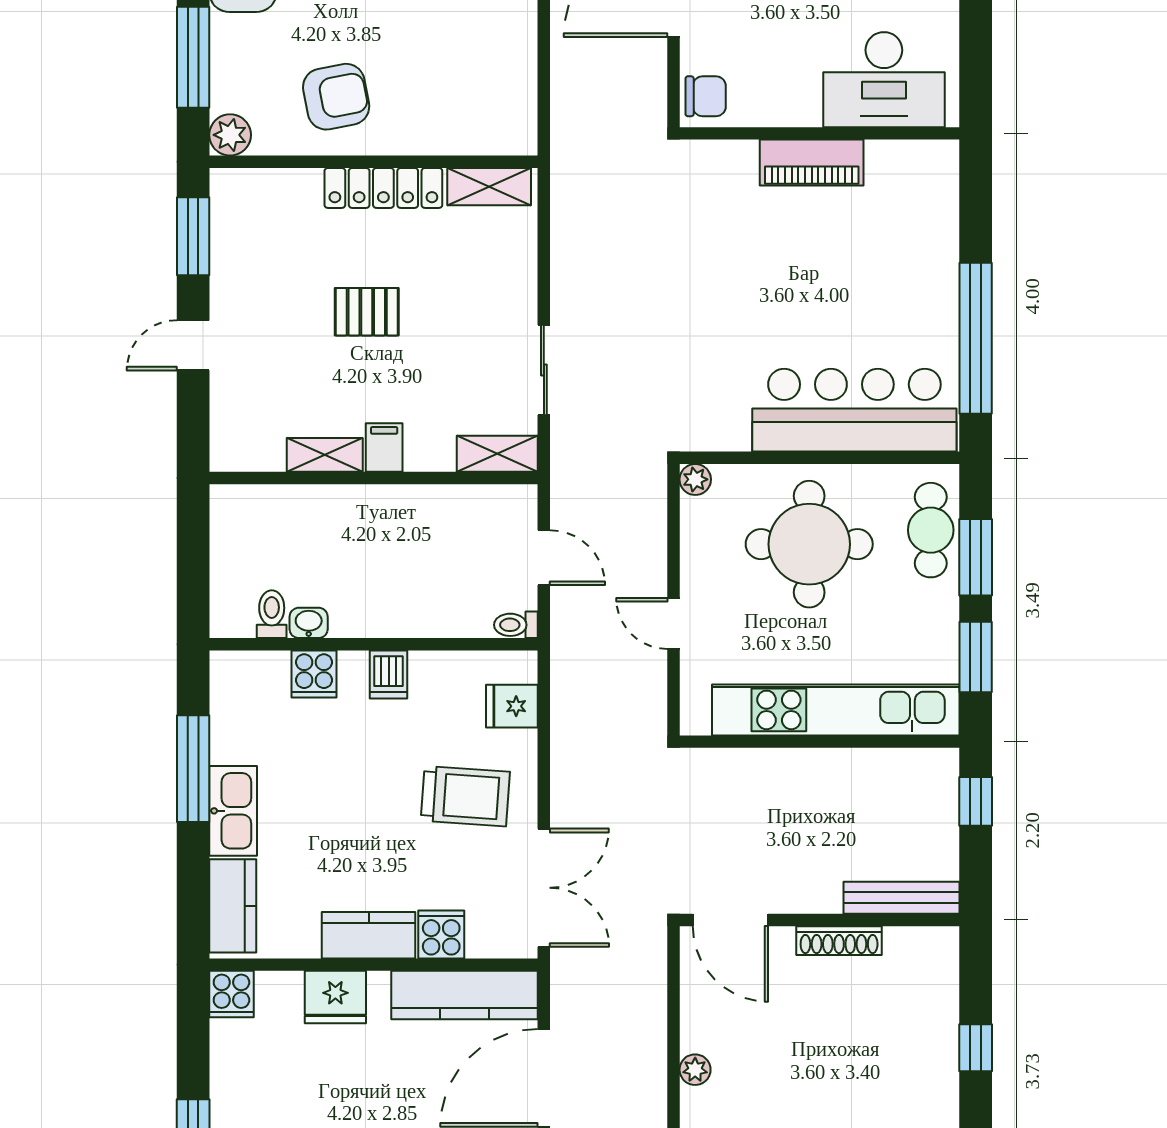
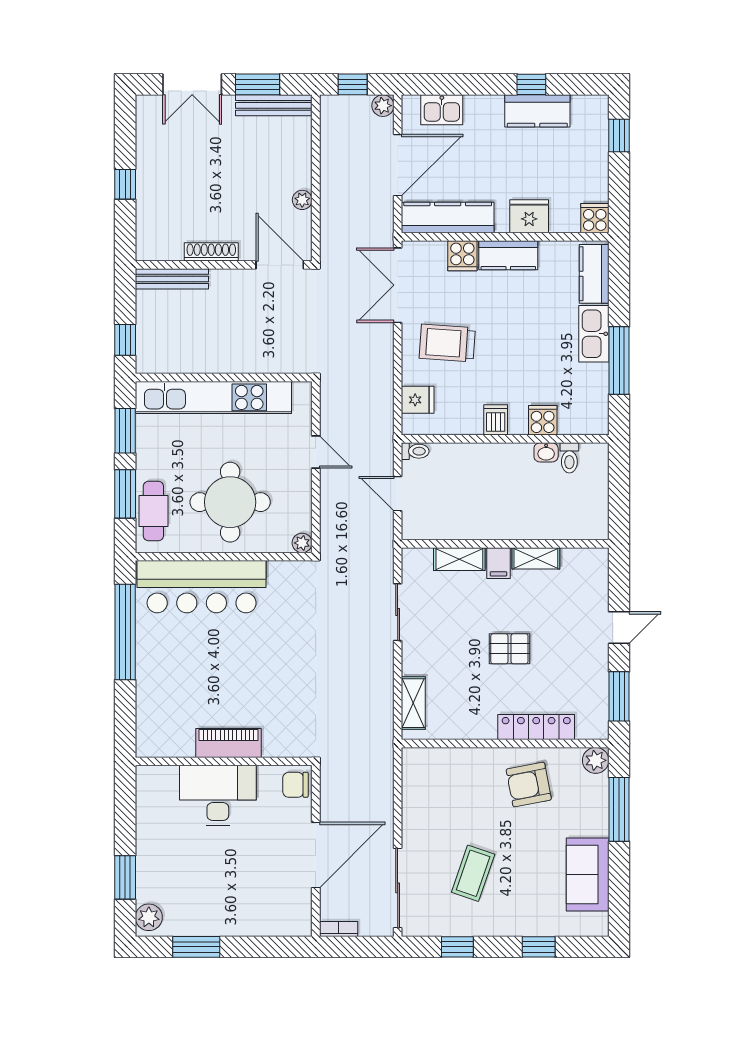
desk: (884, 80) -> (218, 795), moved
shelving: (489, 187) -> (413, 703), moved, turned 90
locker: (383, 188) -> (536, 727), moved
shelving: (497, 454) -> (459, 559), moved
plant: (695, 1070) -> (302, 200), moved

